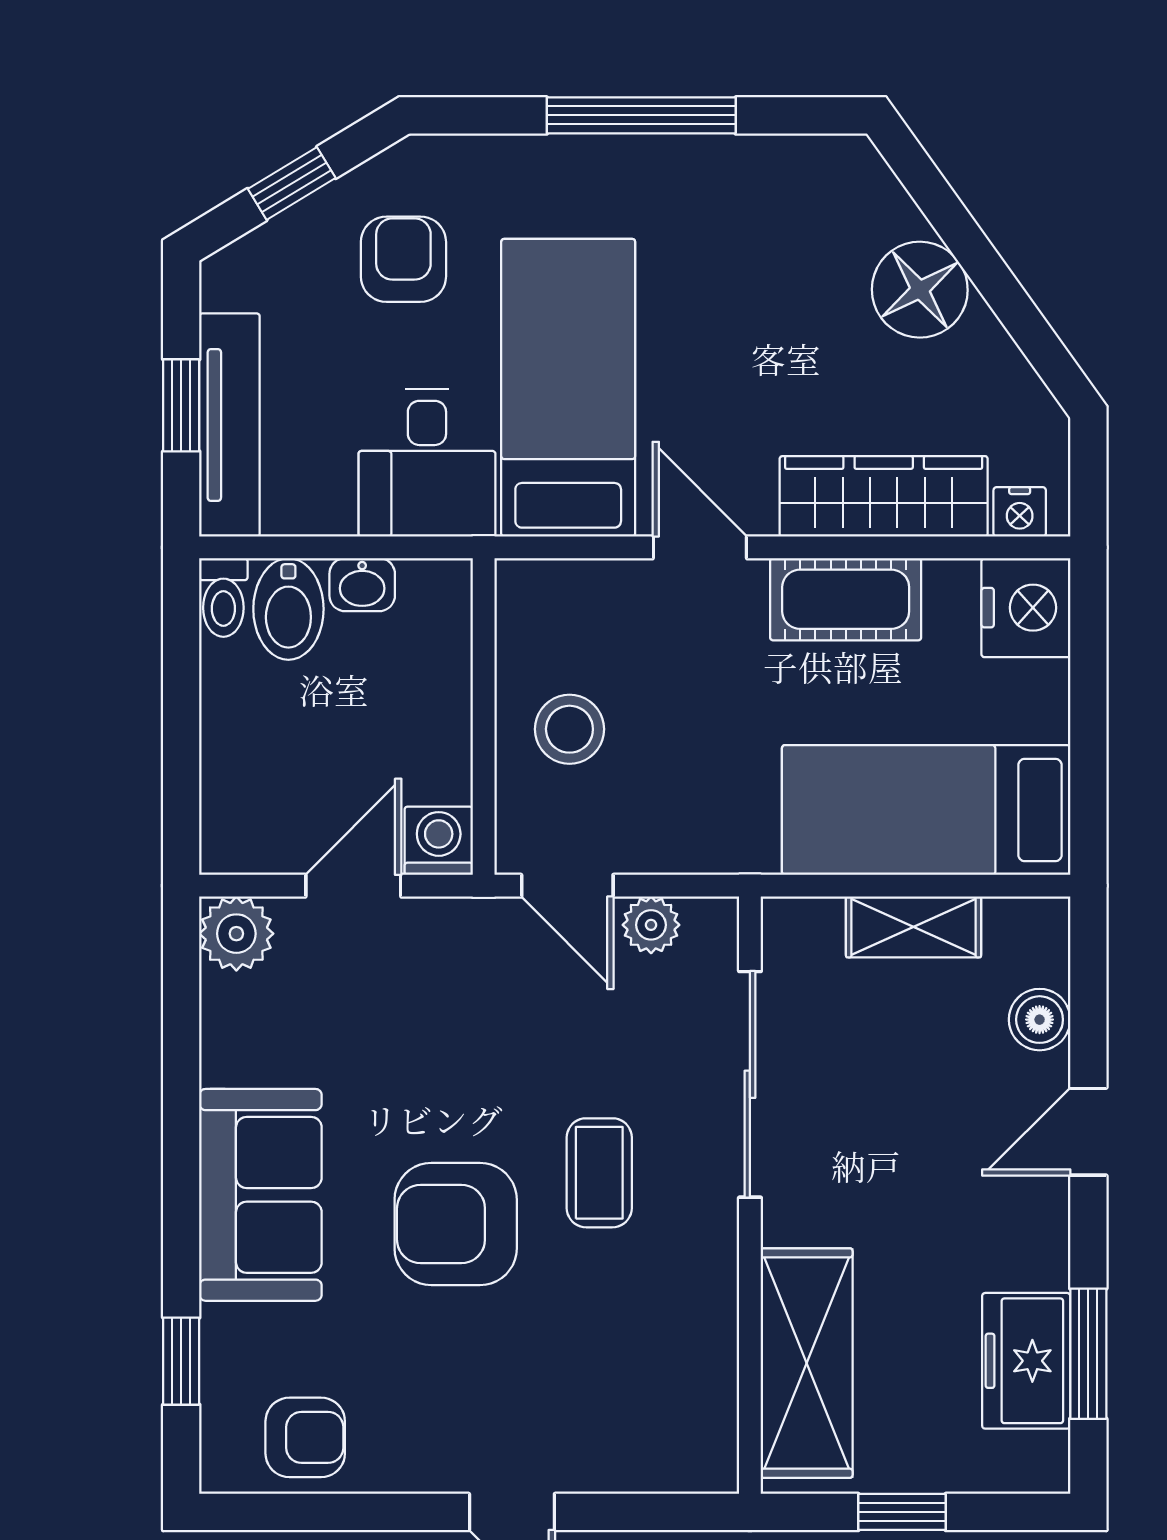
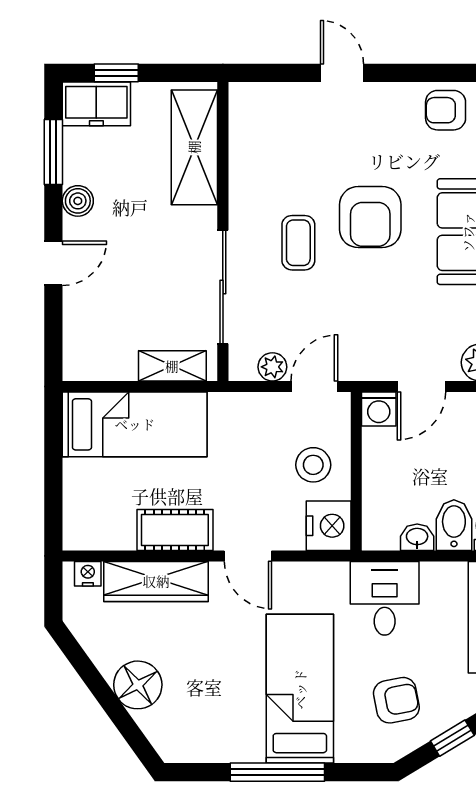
armchair: (403, 259) -> (396, 700), turned -101
bed: (568, 388) -> (300, 689), moved, turned 180
nightstand: (1026, 608) -> (329, 526), moved, turned 180
door: (567, 886) -> (314, 386), hinge flipped
shelving: (914, 927) -> (172, 366), moved
boiler: (1040, 1020) -> (78, 201), moved
armchair: (456, 1224) -> (370, 217), turned 90
freezer: (1026, 1361) -> (96, 104), moved, turned 90
window: (902, 1512) -> (116, 73), moved

